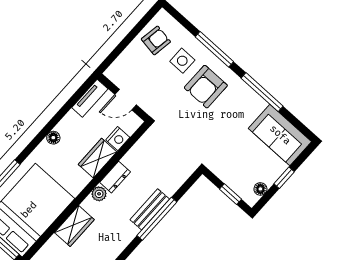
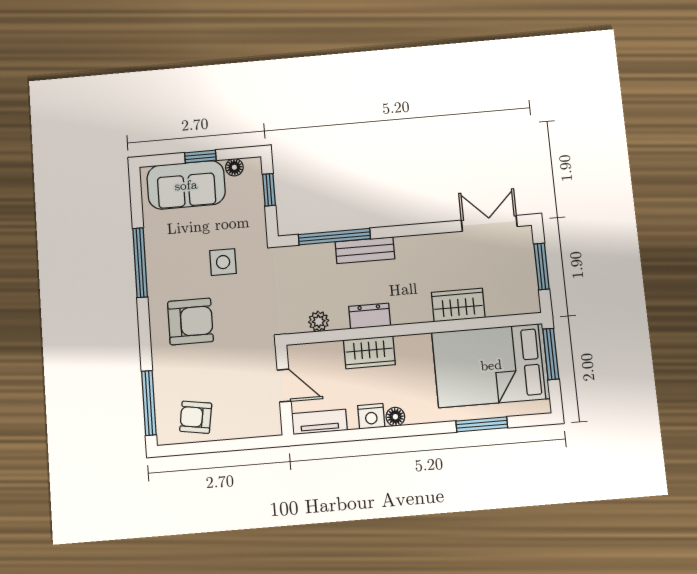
window: (214, 49) -> (149, 403), moved
side table: (182, 61) -> (223, 262), moved
sofa: (280, 135) -> (186, 185), moved, turned 90
nightstand: (118, 139) -> (371, 416), moved, turned 180
plant: (99, 194) -> (319, 321), moved
window: (157, 219) -> (334, 237), moved

